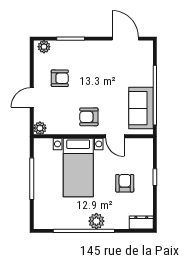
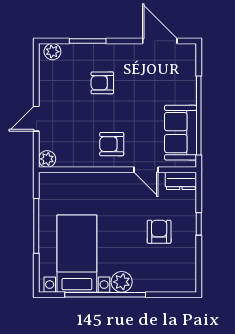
armchair: (60, 78) -> (102, 83), moved, turned 180
bed with nightstands: (78, 167) -> (77, 254), moved, turned 180
dresser: (141, 222) -> (181, 181), moved, turned 180

